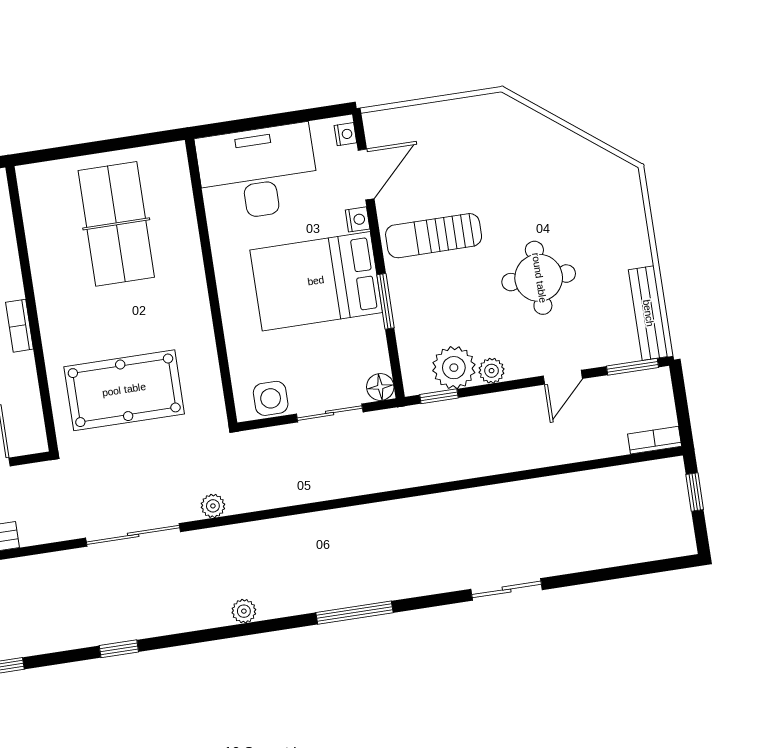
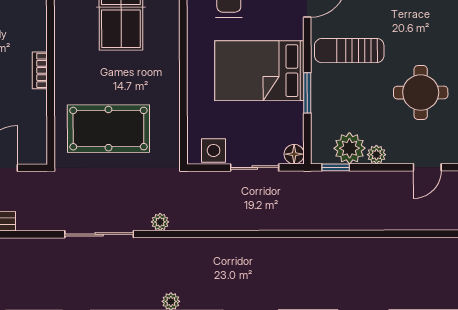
nightstand: (358, 219) -> (296, 31), removed

